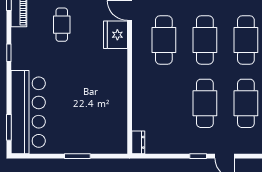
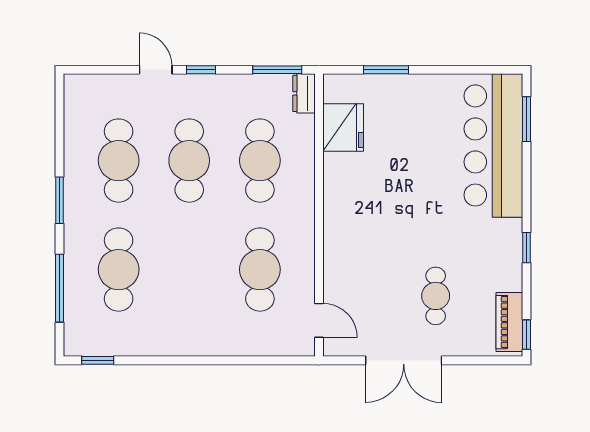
fridge: (115, 35) -> (343, 128), moved
cafe table: (205, 40) -> (260, 161), moved
window: (77, 156) -> (386, 70), moved
window: (154, 156) -> (277, 70), added

